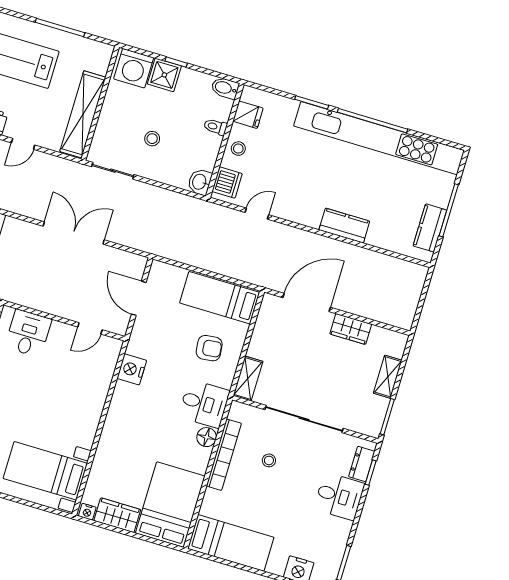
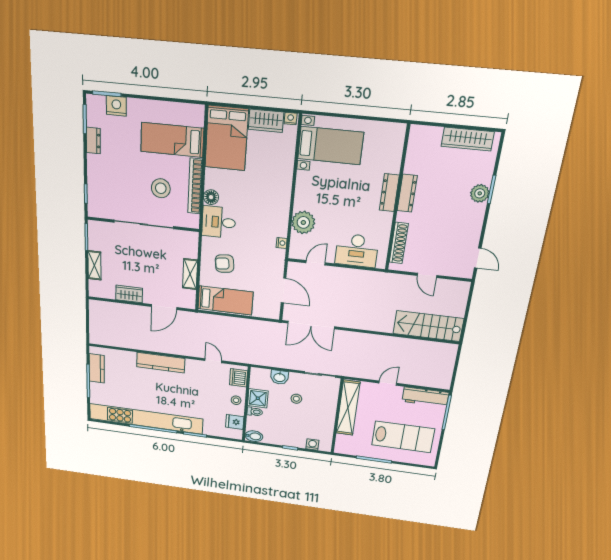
washing machine: (134, 68) -> (312, 445), width x0.53, depth x0.53
shower: (164, 75) -> (258, 398), moved
washbasin: (200, 182) -> (279, 377), moved, turned 90
door: (257, 214) -> (213, 361), swing flipped
kitchen counter: (344, 226) -> (161, 363), width x1.50
double door: (74, 233) -> (311, 325), moved
door: (307, 302) -> (164, 307), width x0.73
desk: (28, 333) -> (357, 250), width x1.37
nightstand: (132, 369) -> (282, 243), width x0.53, depth x0.56
shelving: (248, 378) -> (190, 274), moved
plant: (96, 383) -> (303, 222), added
stool: (269, 460) -> (161, 188), width x1.89, depth x1.89
dresser: (362, 464) -> (93, 141), moved
desk: (339, 496) -> (103, 171), removed
bed: (231, 543) -> (172, 140), moved

